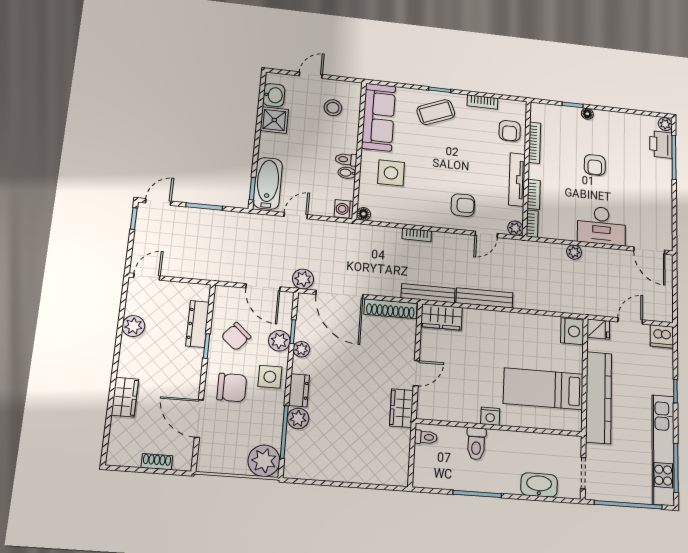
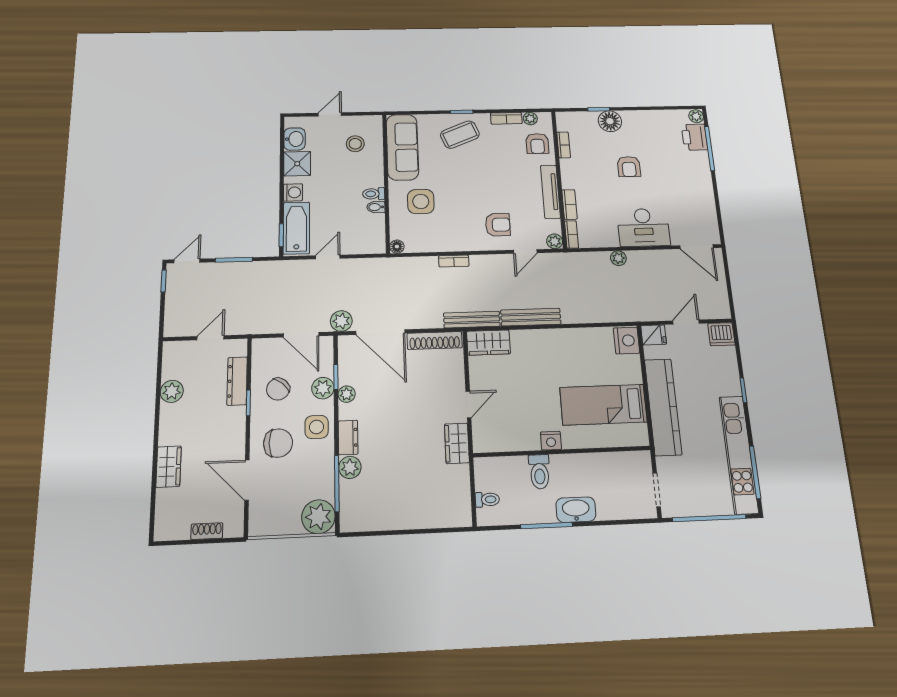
plant: (506, 105) -> (530, 119), added
floor lamp: (587, 114) -> (610, 121), width x1.89, depth x1.89
bookcase: (535, 143) -> (564, 145), width x0.64
washing machine: (344, 209) -> (293, 192), moved, turned 180
door: (147, 277) -> (211, 338), moved
toilet: (426, 437) -> (487, 500), moved
washbasin: (539, 485) -> (576, 510), moved

